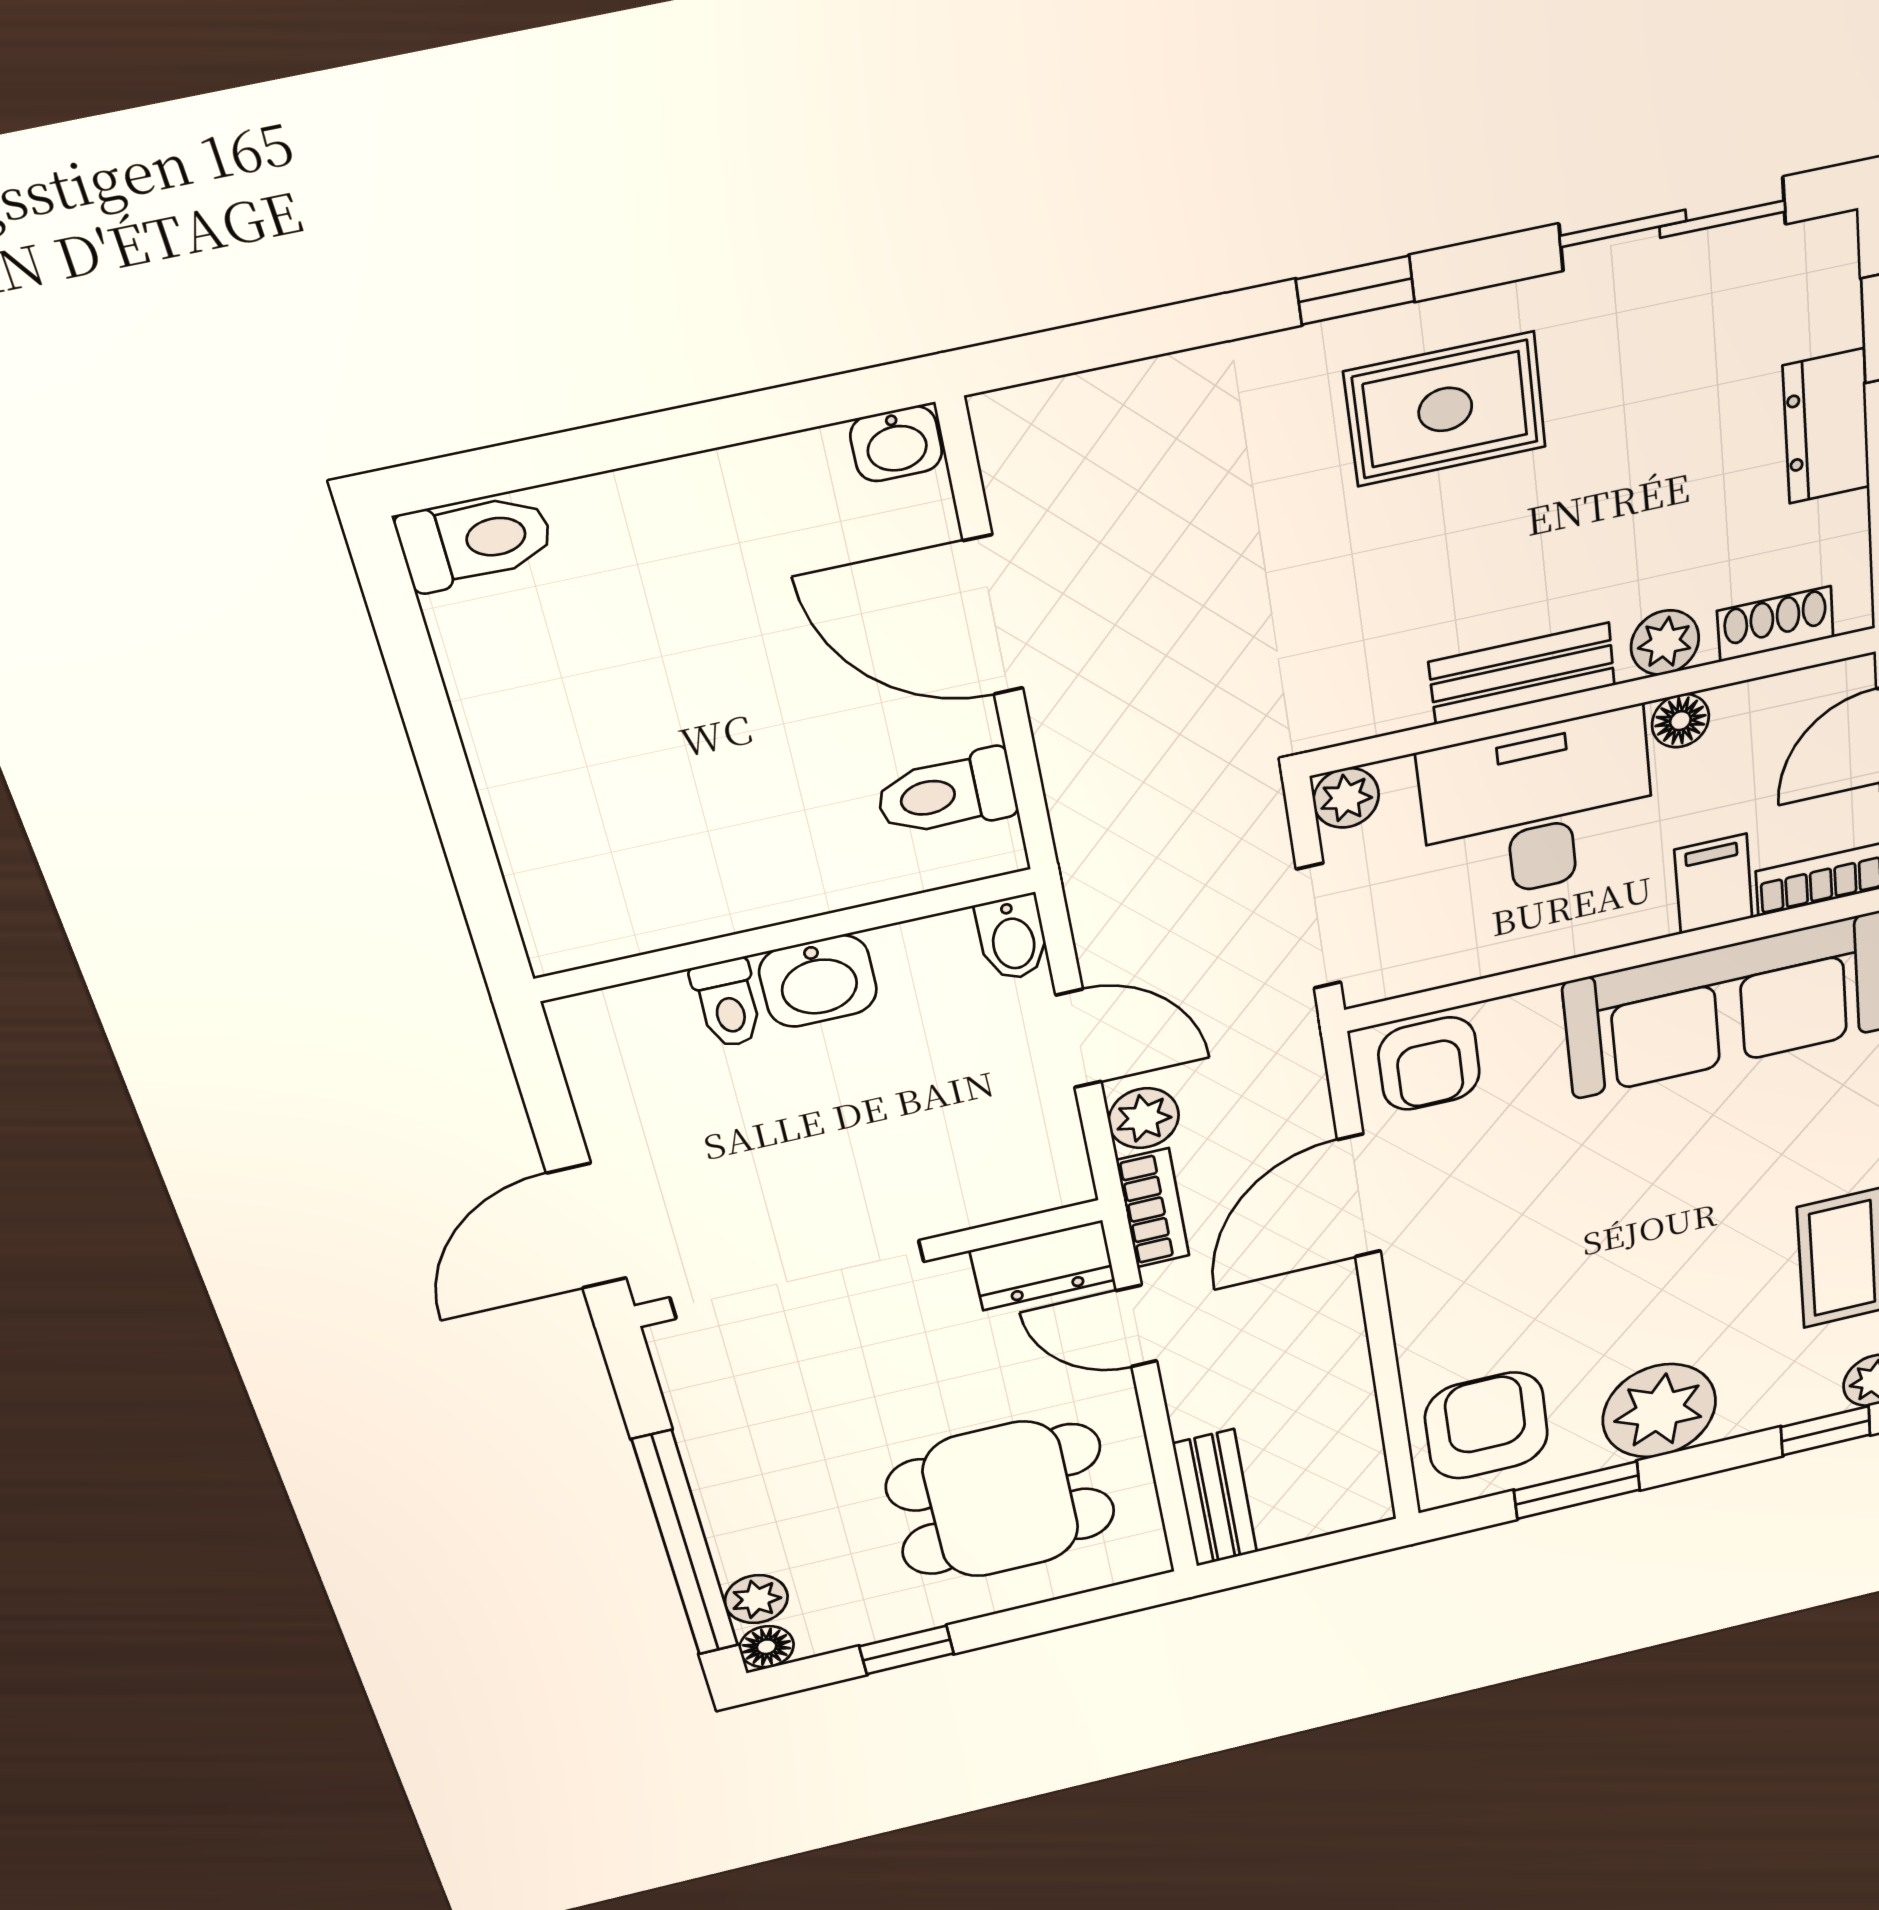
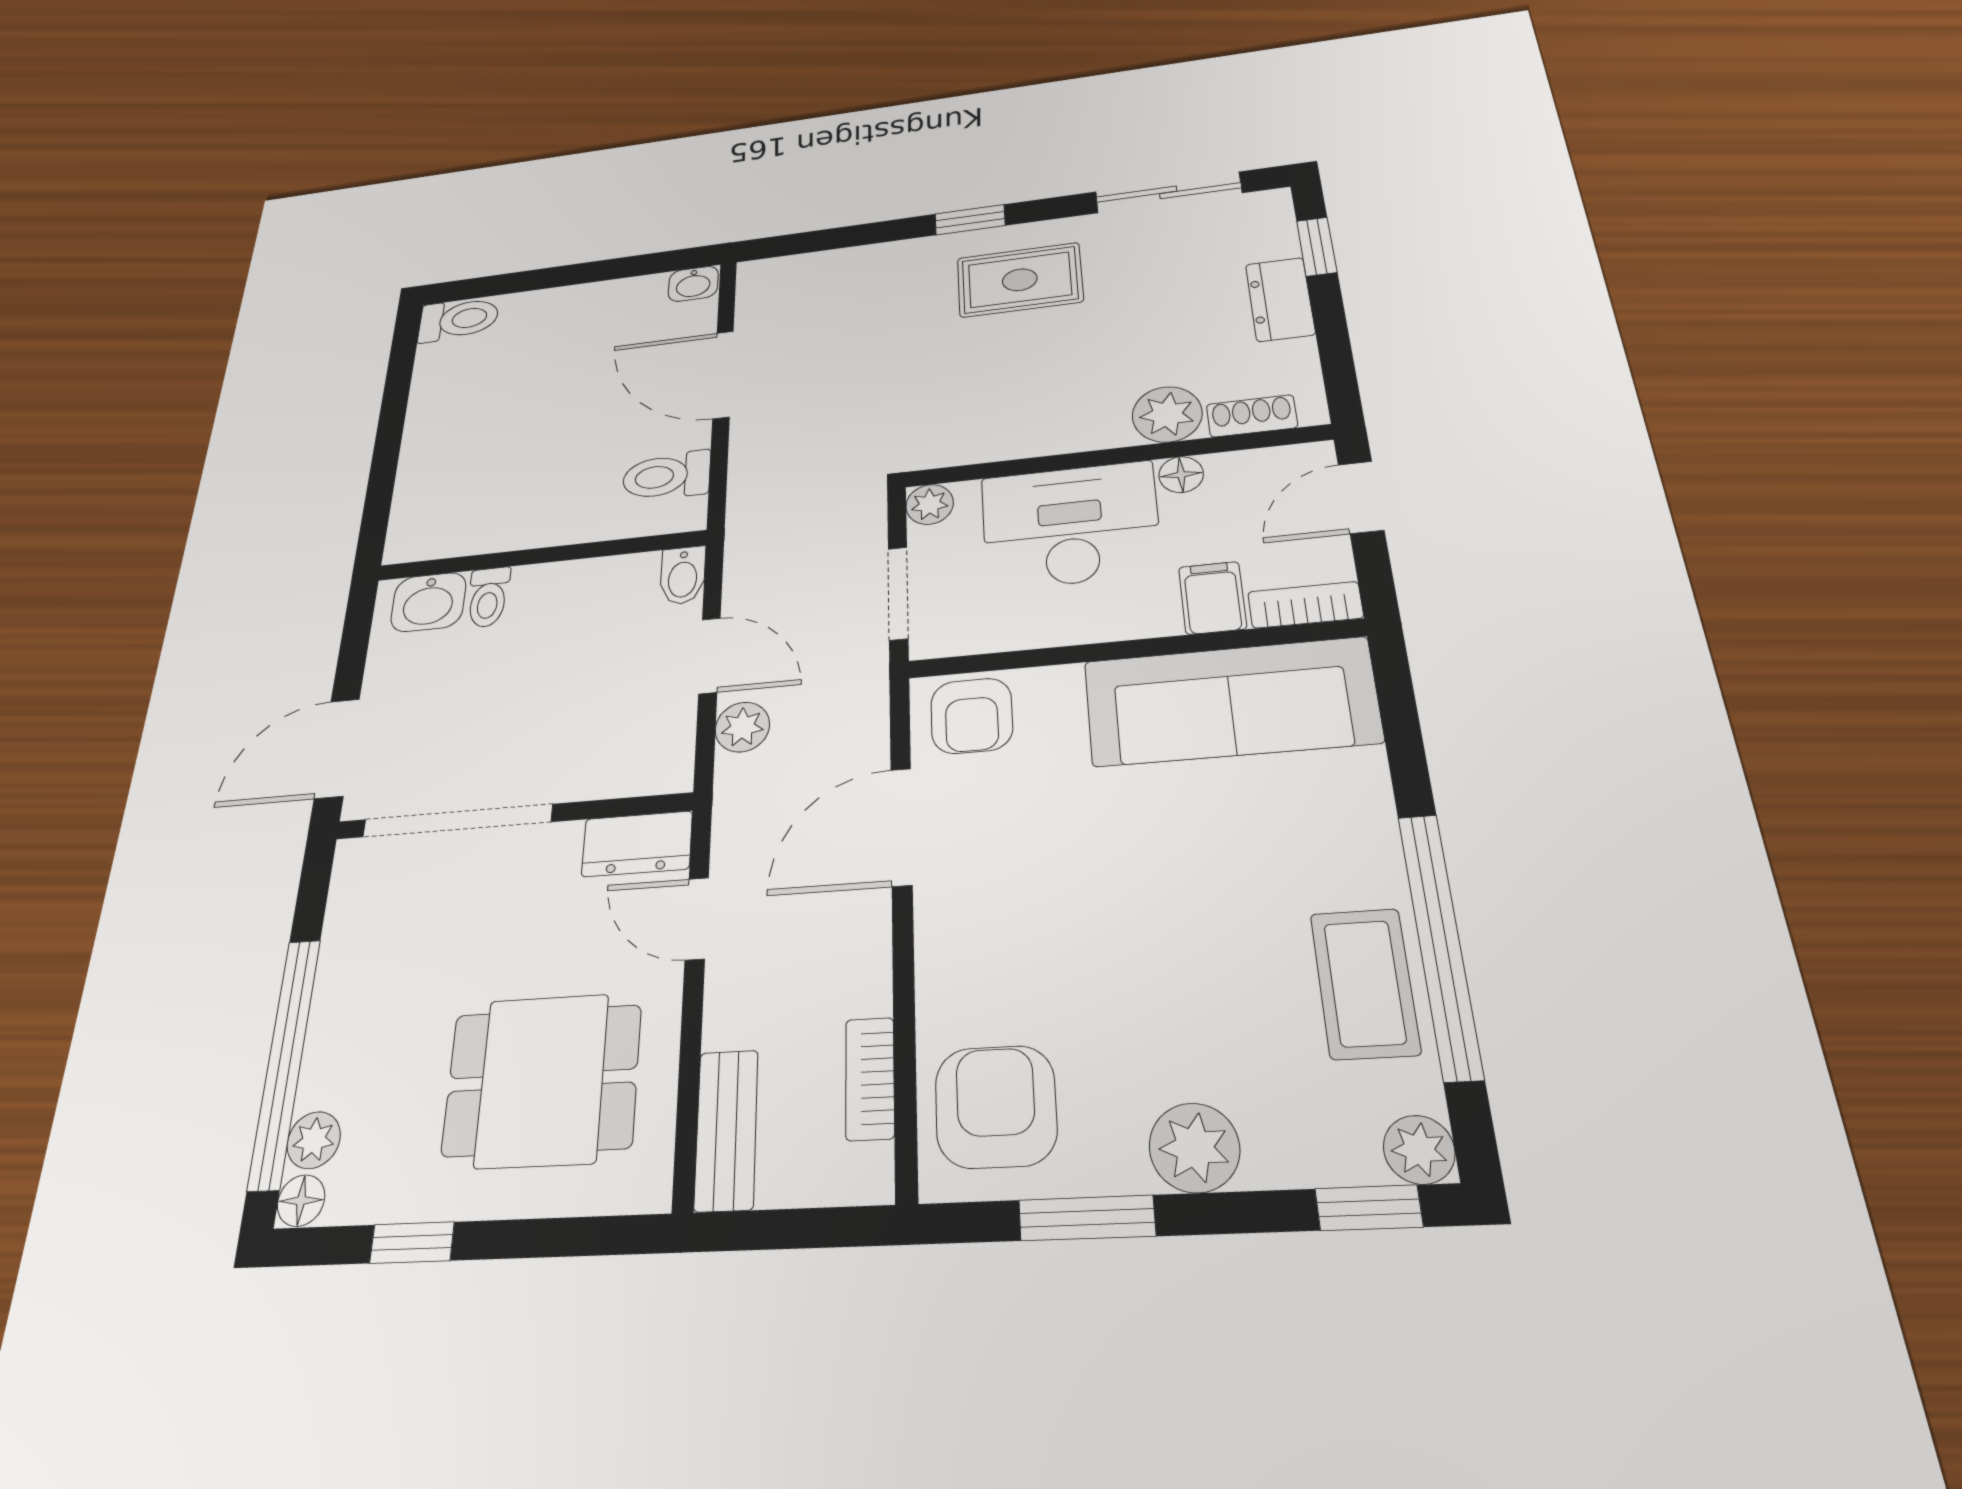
plant: (1665, 643) -> (1167, 414), width x1.38, depth x1.38
bench: (1522, 674) -> (1062, 434), removed
washbasin: (818, 981) -> (428, 602), moved
bookcase: (1153, 1208) -> (870, 1078), moved, turned 180
plant: (1659, 1411) -> (1194, 1148), width x0.73, depth x0.73

